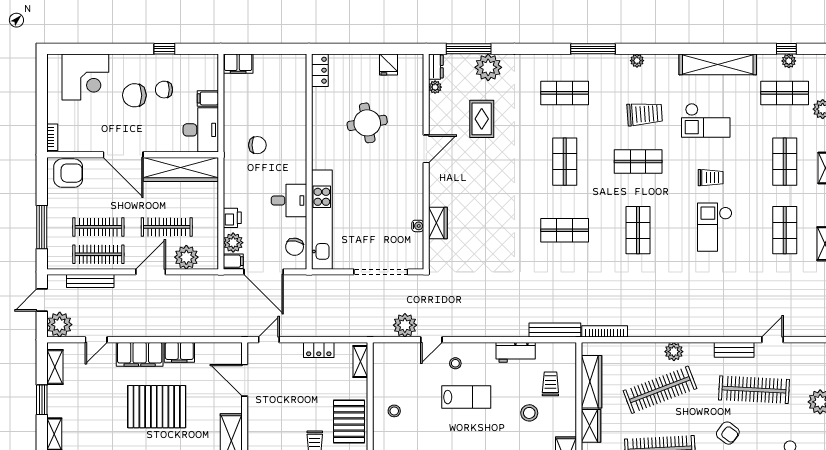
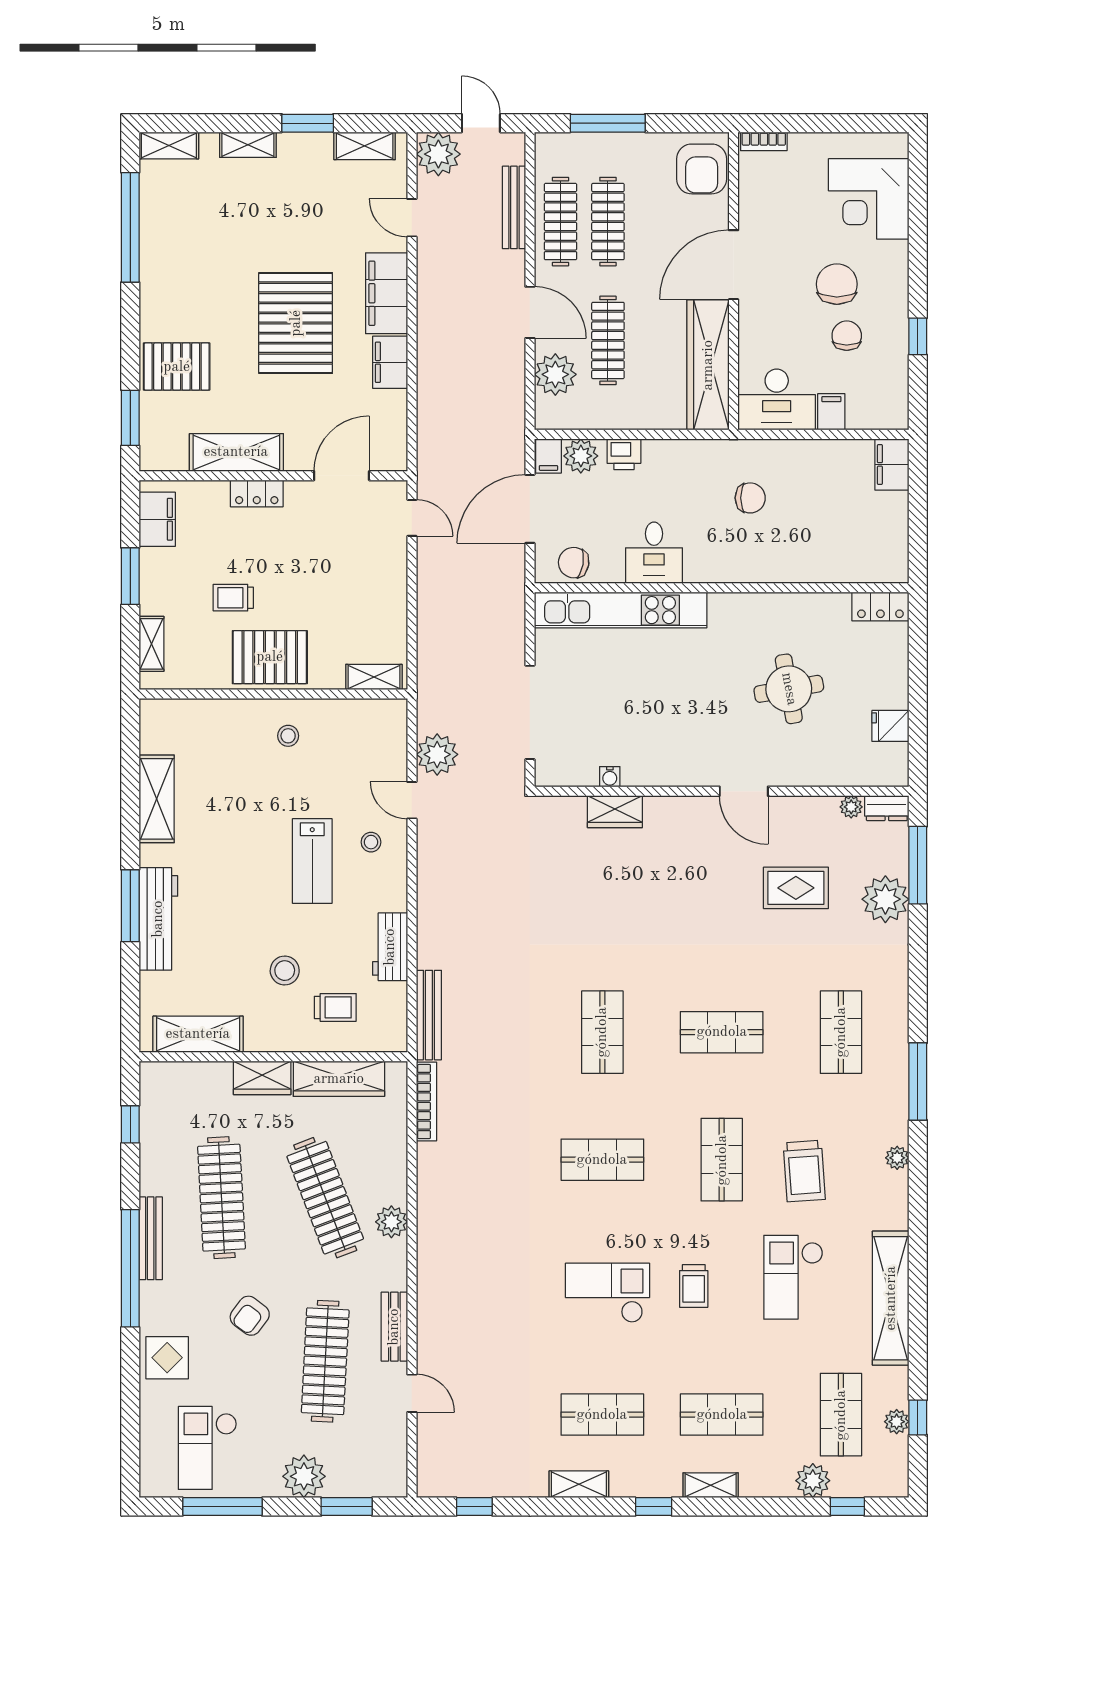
chair: (257, 145) -> (750, 498), turned -90
locker: (319, 350) -> (257, 493), moved, turned -90

